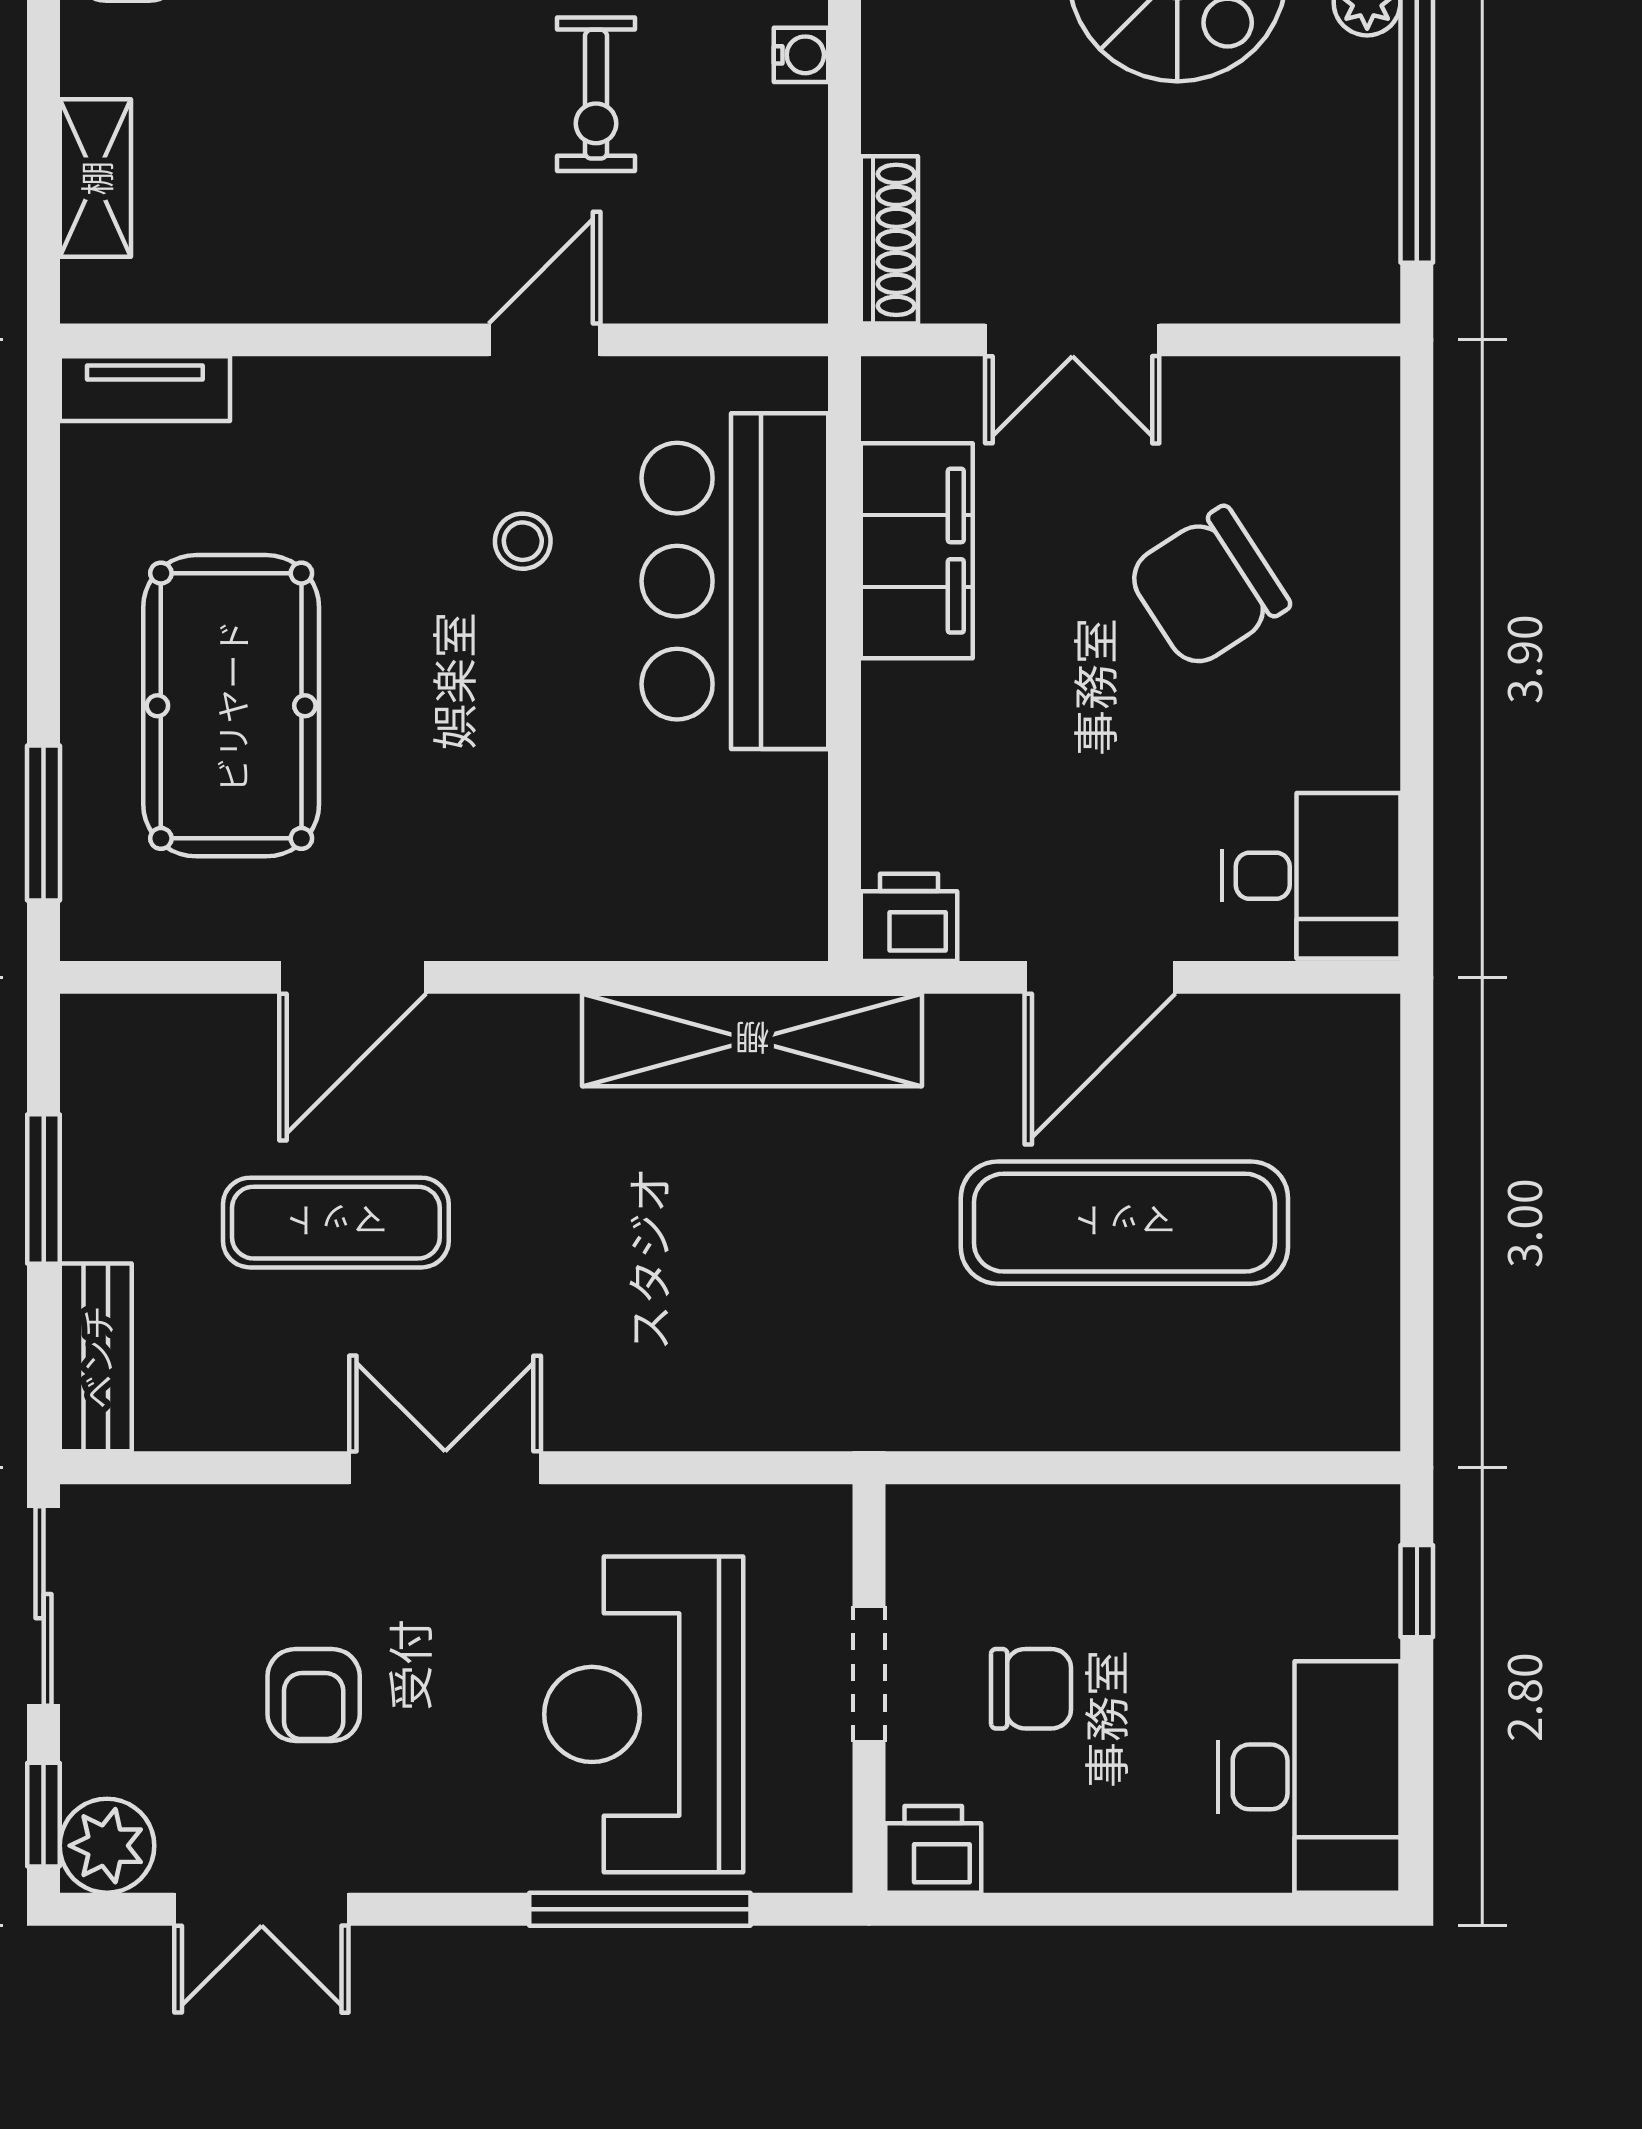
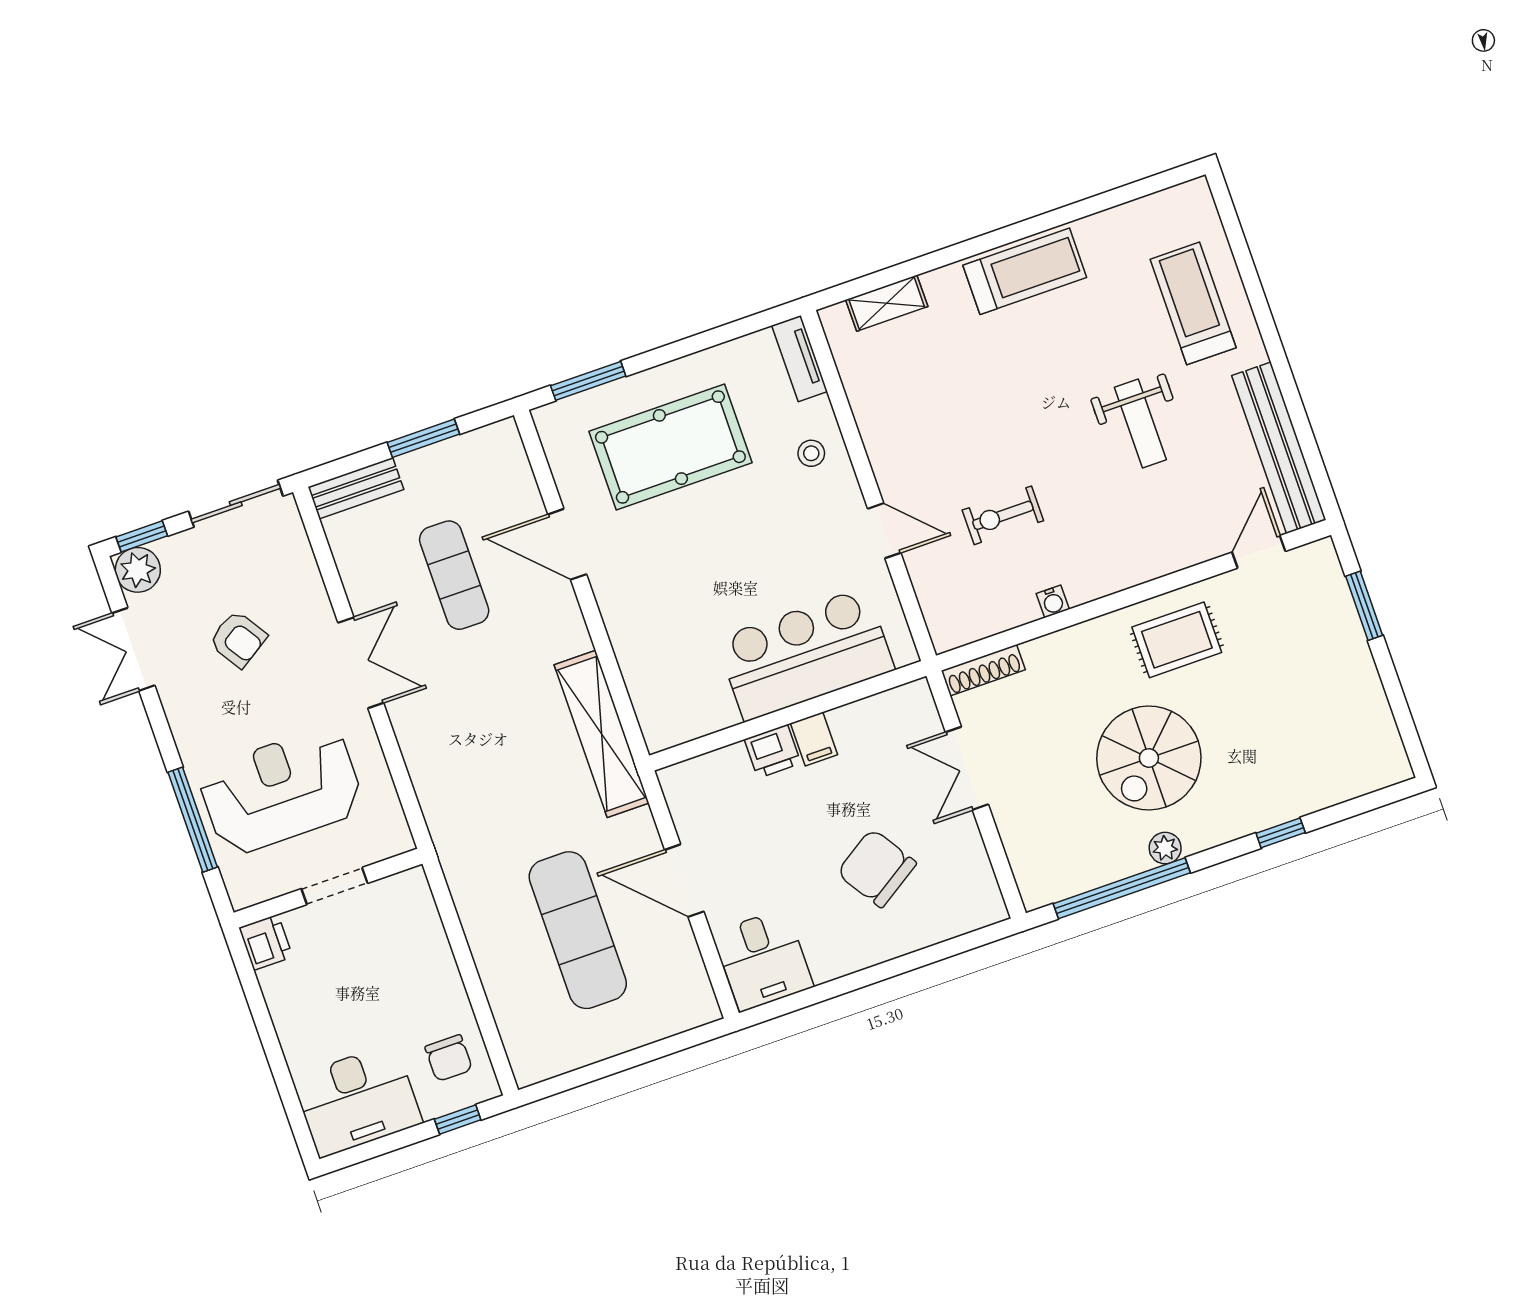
stool: (523, 541) -> (811, 453), moved
filing cabinet: (917, 551) -> (814, 739), width x0.33, depth x0.86
printer: (909, 917) -> (773, 751), moved, turned 90
chair: (1031, 1689) -> (449, 1058), moved
armchair: (314, 1695) -> (238, 639), turned -123

